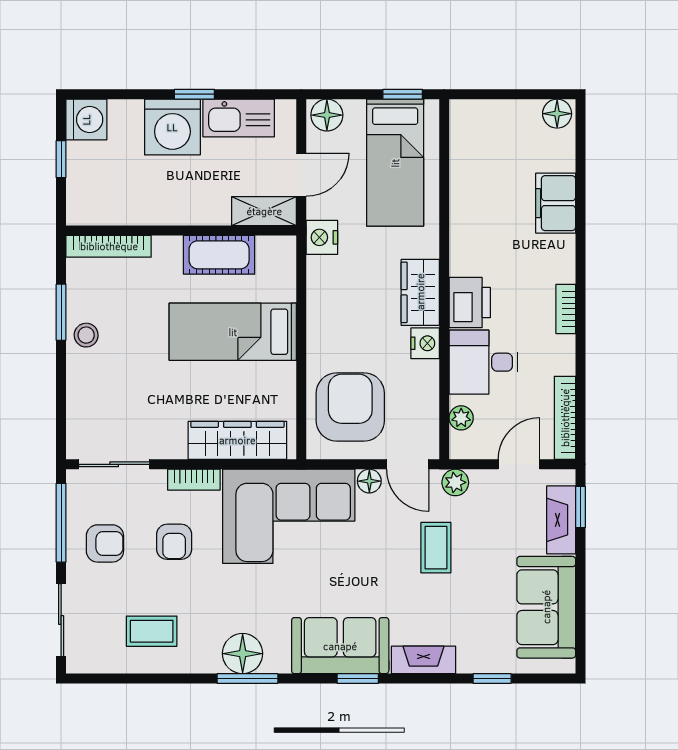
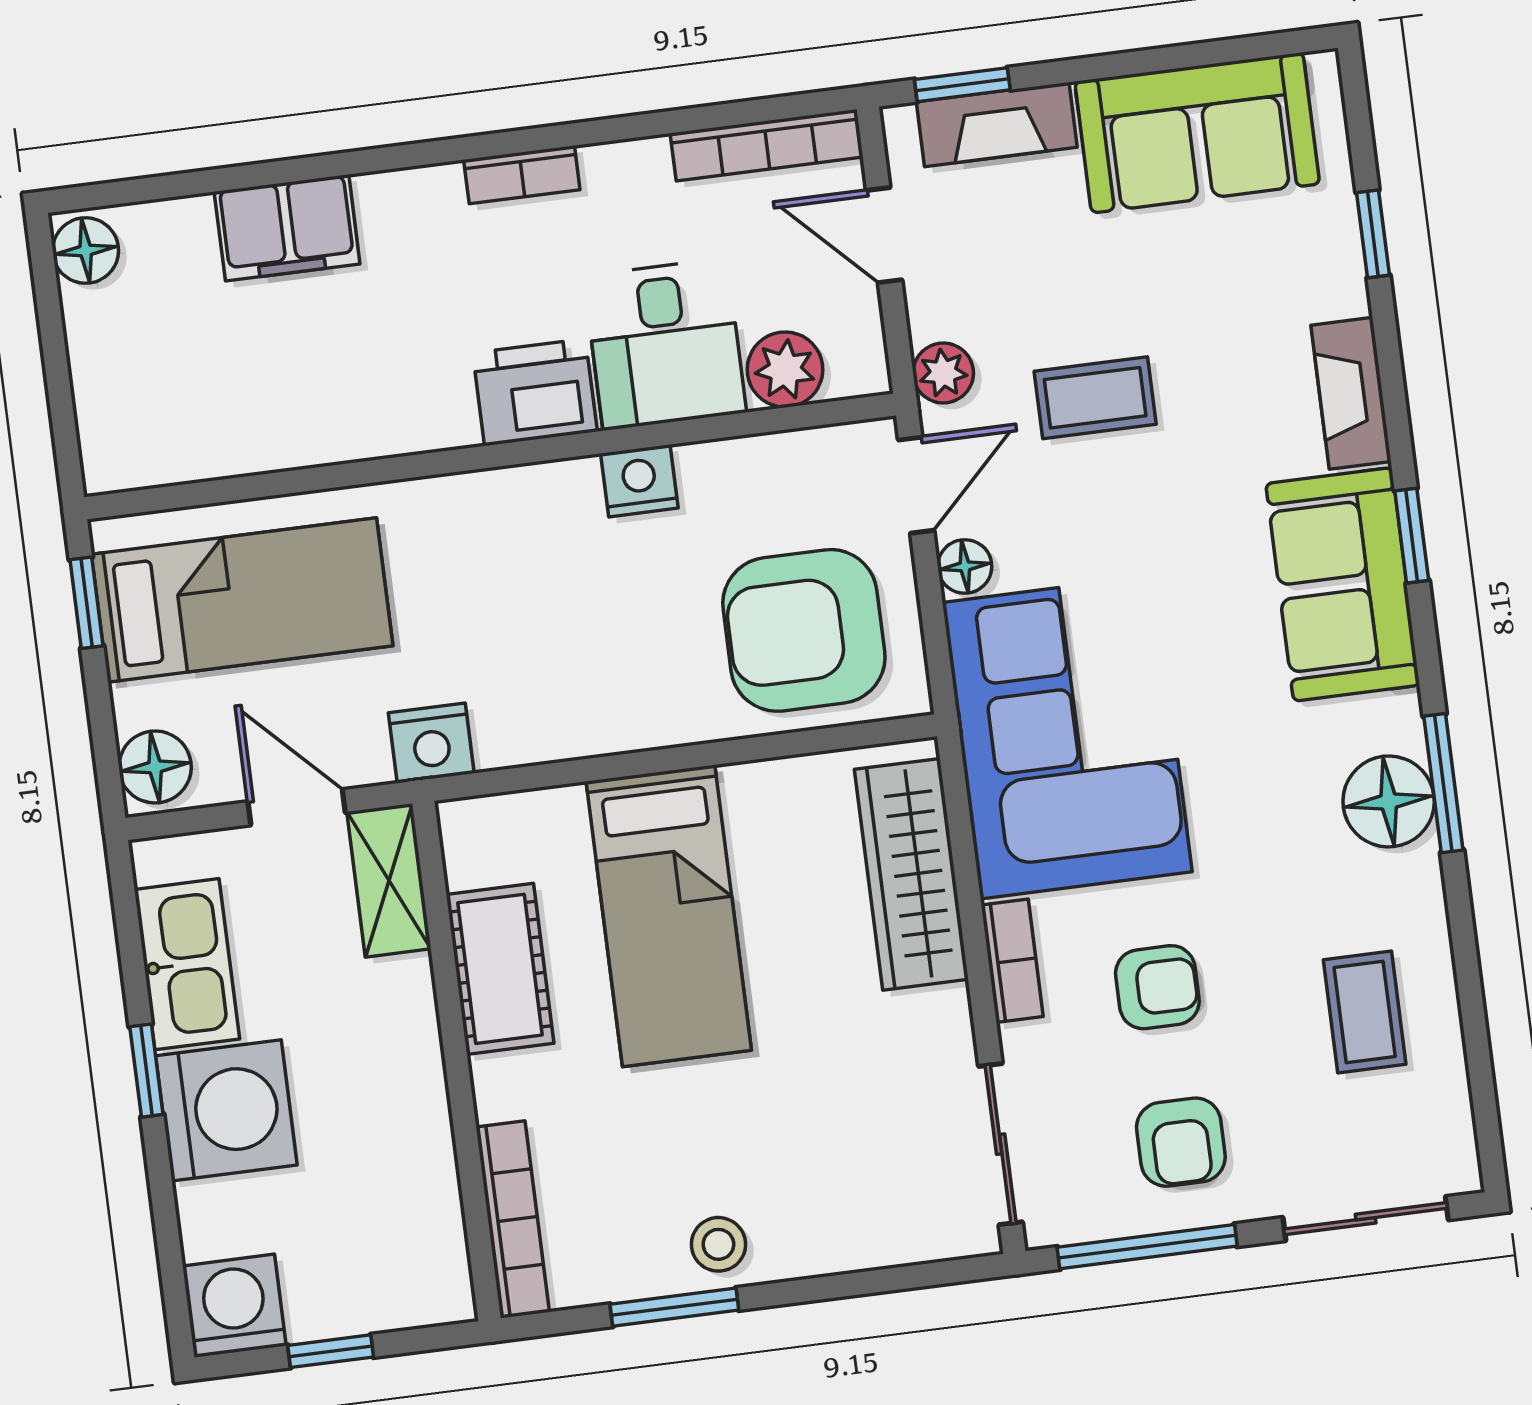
wardrobe: (420, 292) -> (526, 506), removed
plant: (461, 418) -> (785, 370), width x1.38, depth x1.38
armchair: (105, 543) -> (1181, 1142), turned 180

